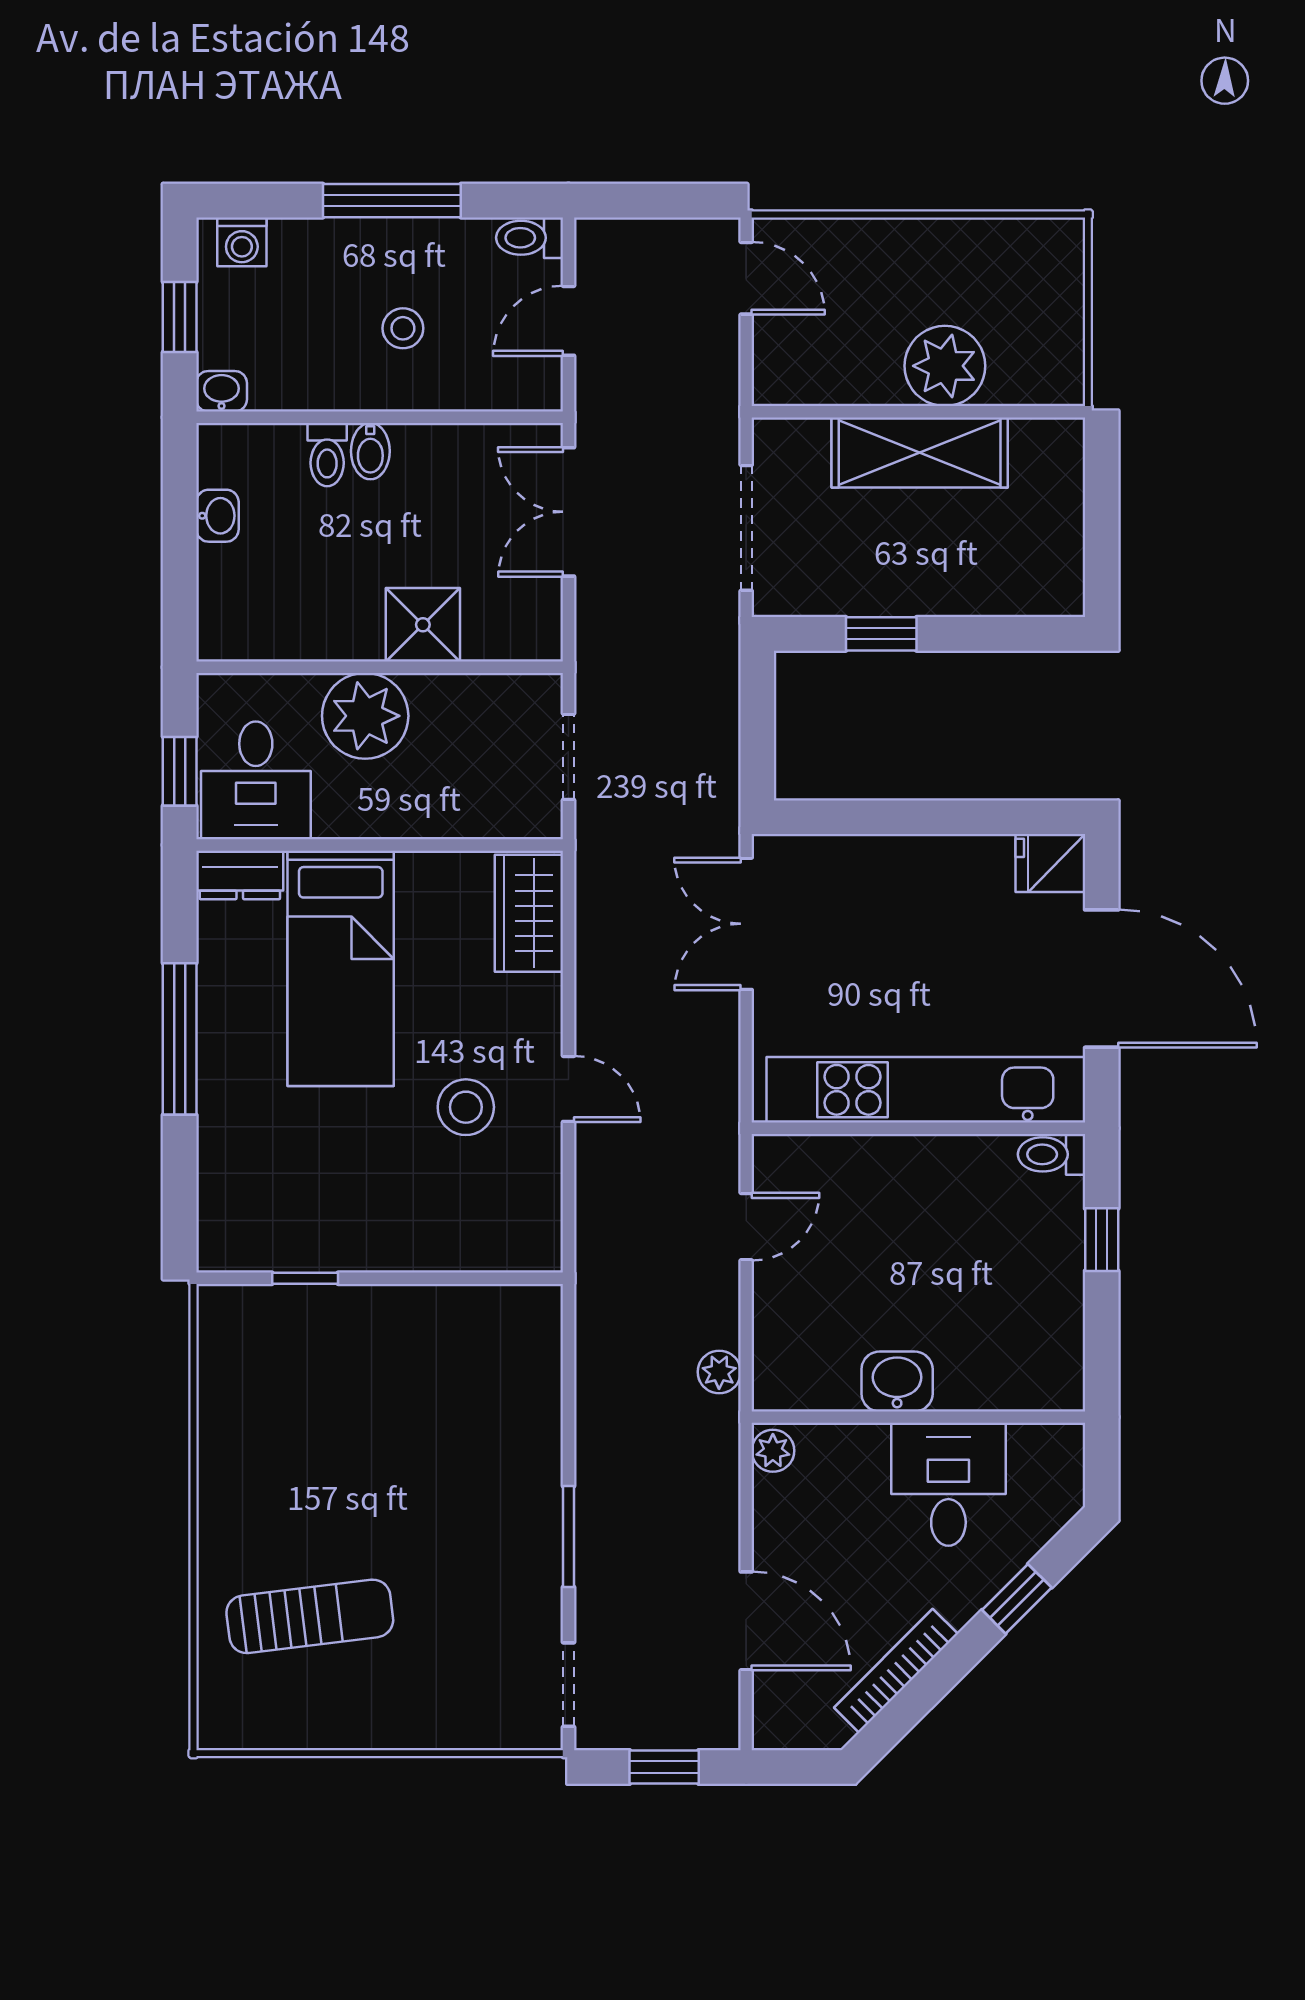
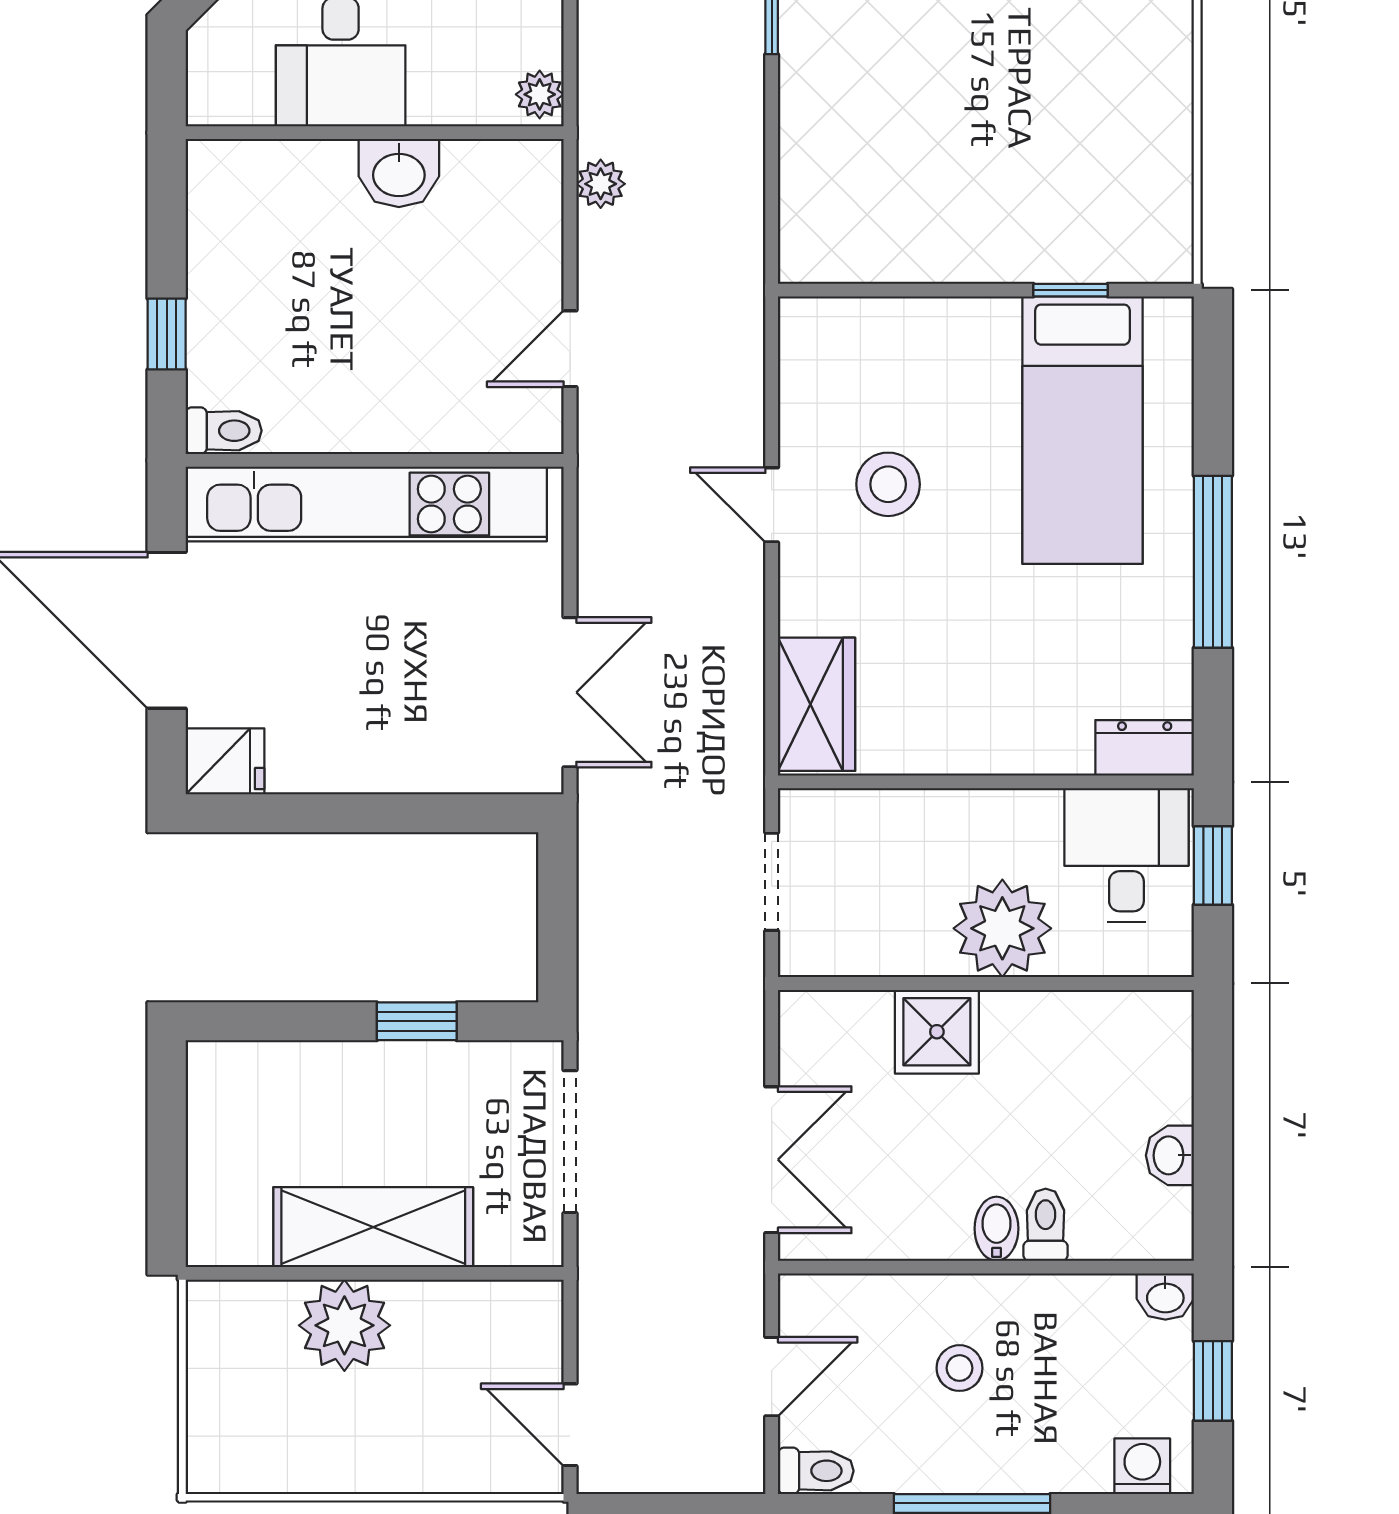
bed: (341, 968) -> (1082, 430), moved, turned 180

